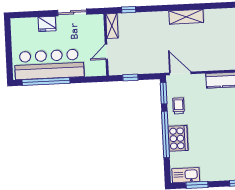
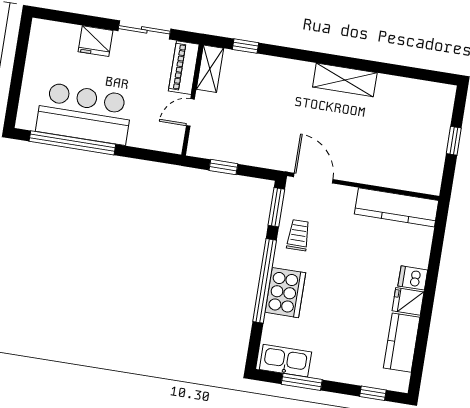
piano: (98, 28) -> (184, 68), added
bar counter: (49, 64) -> (84, 114), width x0.73

